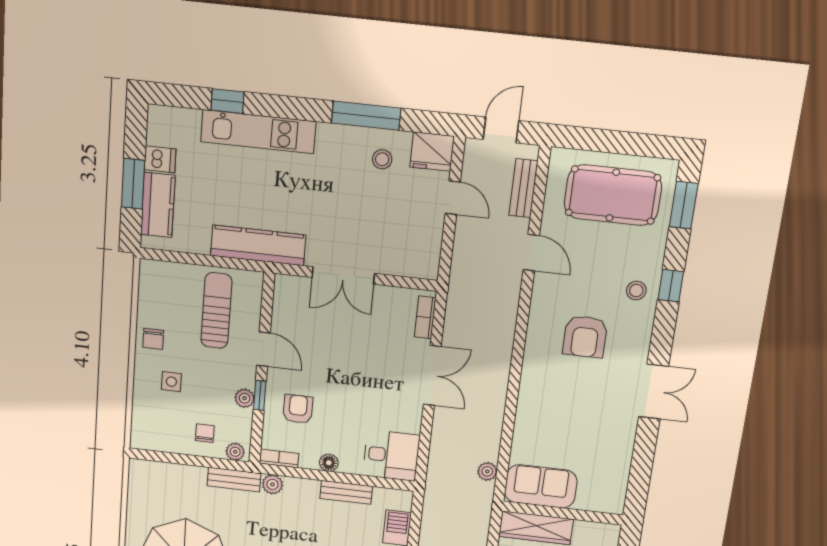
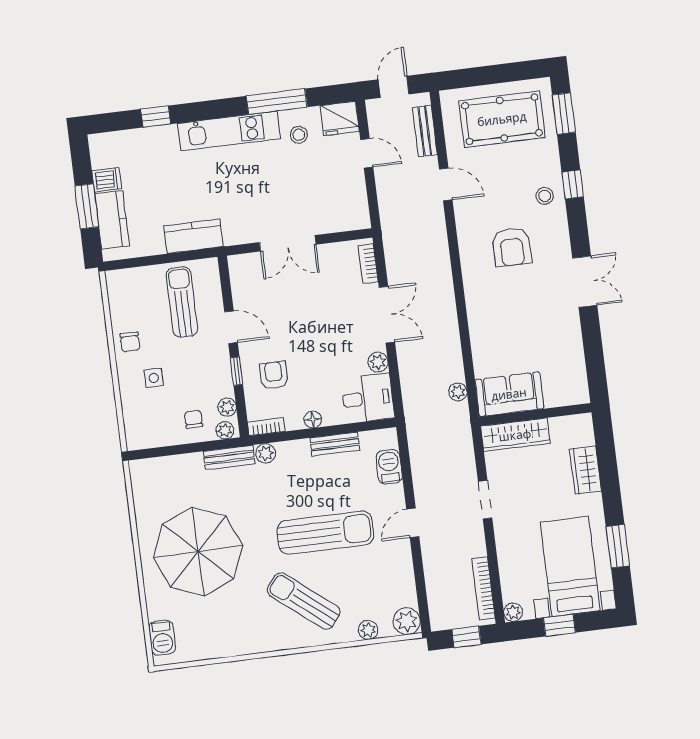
kitchen unit: (258, 132) -> (229, 131), moved
kitchen counter: (258, 245) -> (193, 236), width x0.67
plant: (245, 398) -> (227, 407), moved
plant: (411, 422) -> (378, 362), added

